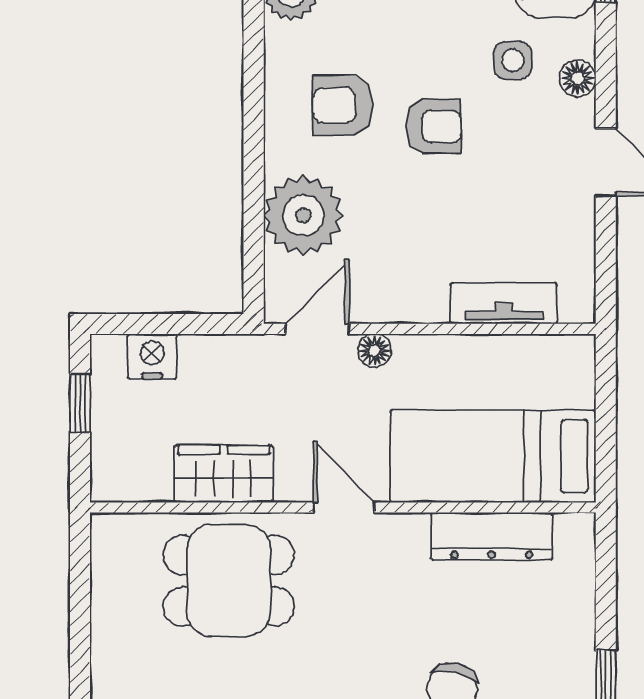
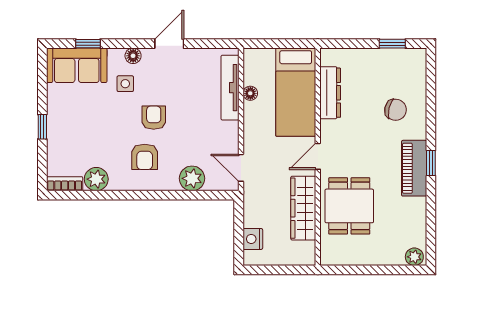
plant: (303, 215) -> (192, 178), width x0.73, depth x0.73
tv unit: (504, 303) -> (230, 88), width x1.41
floor lamp: (374, 351) -> (250, 93), moved
window: (80, 403) -> (273, 270), removed
wardrobe: (224, 474) -> (303, 208), width x1.50

